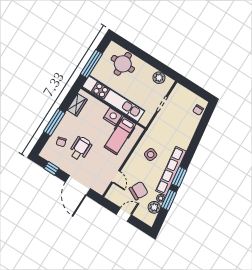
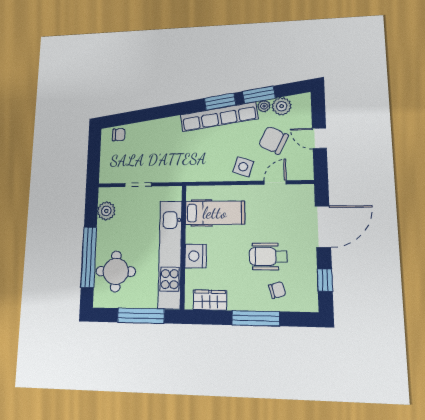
window: (140, 53) -> (89, 257), added
nightstand: (113, 117) -> (195, 256), moved
side table: (151, 154) -> (243, 167), moved

